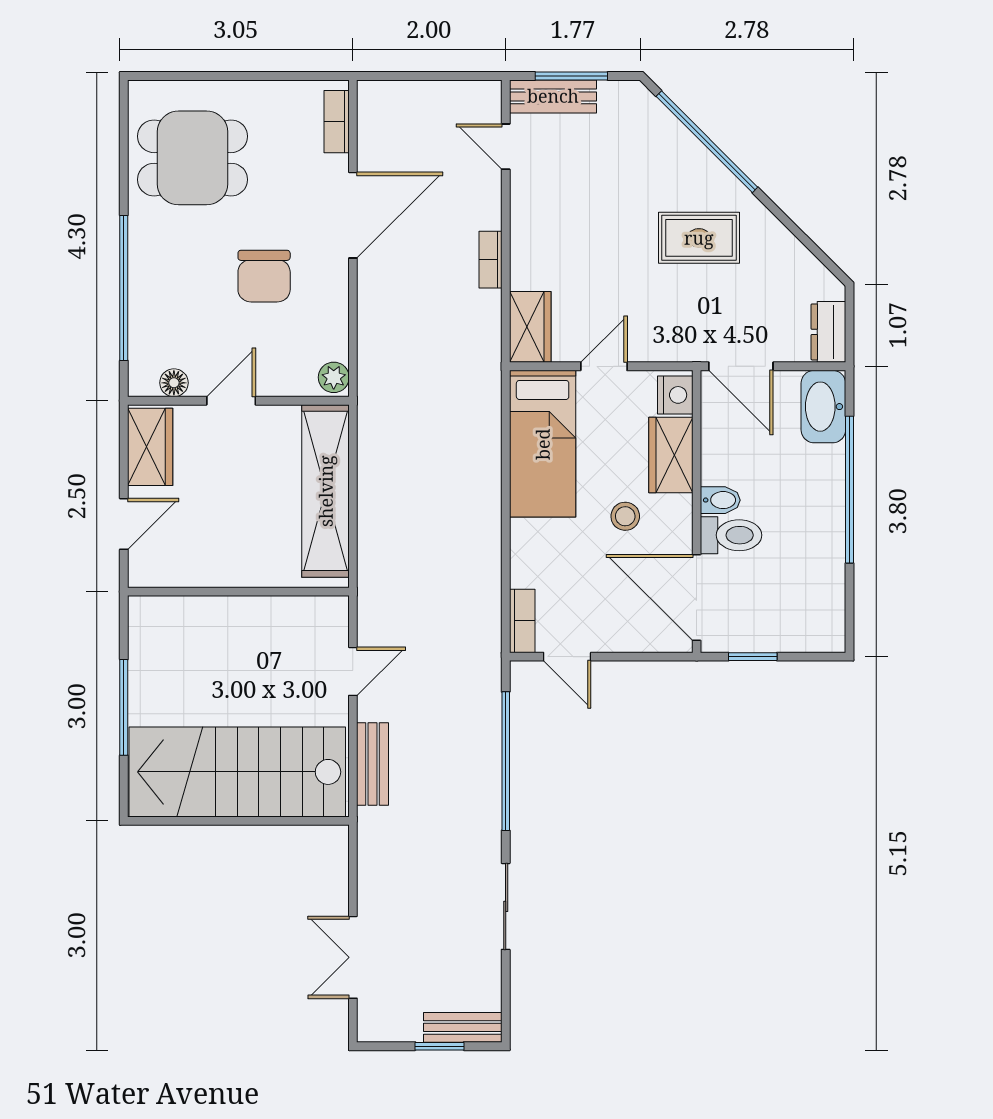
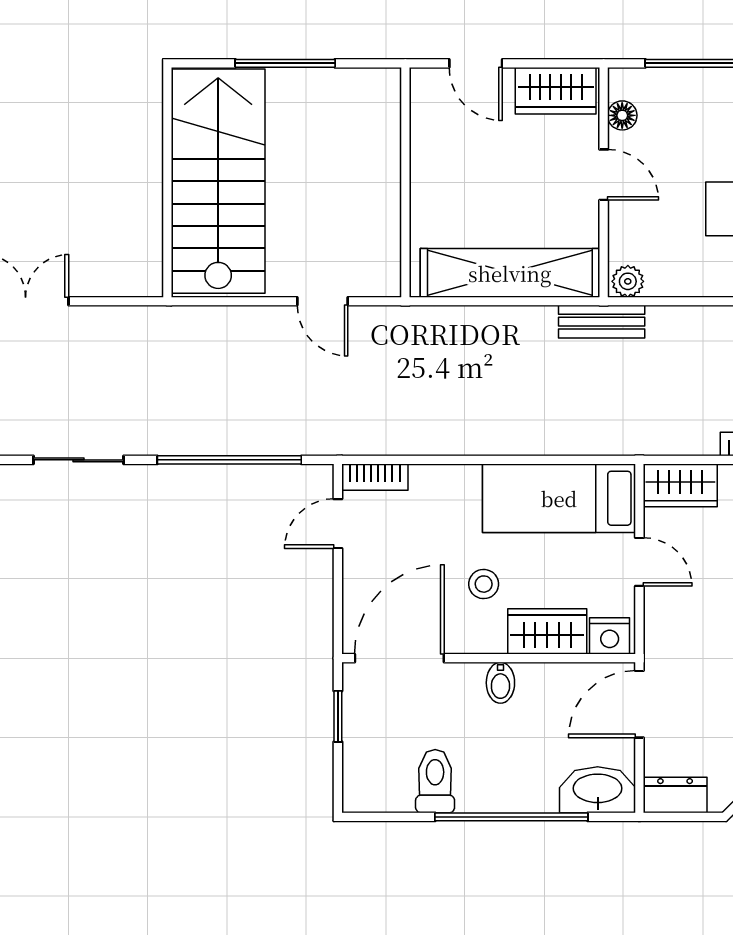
toilet: (731, 535) -> (435, 781), moved, turned 180
bench: (373, 764) -> (602, 322), moved

